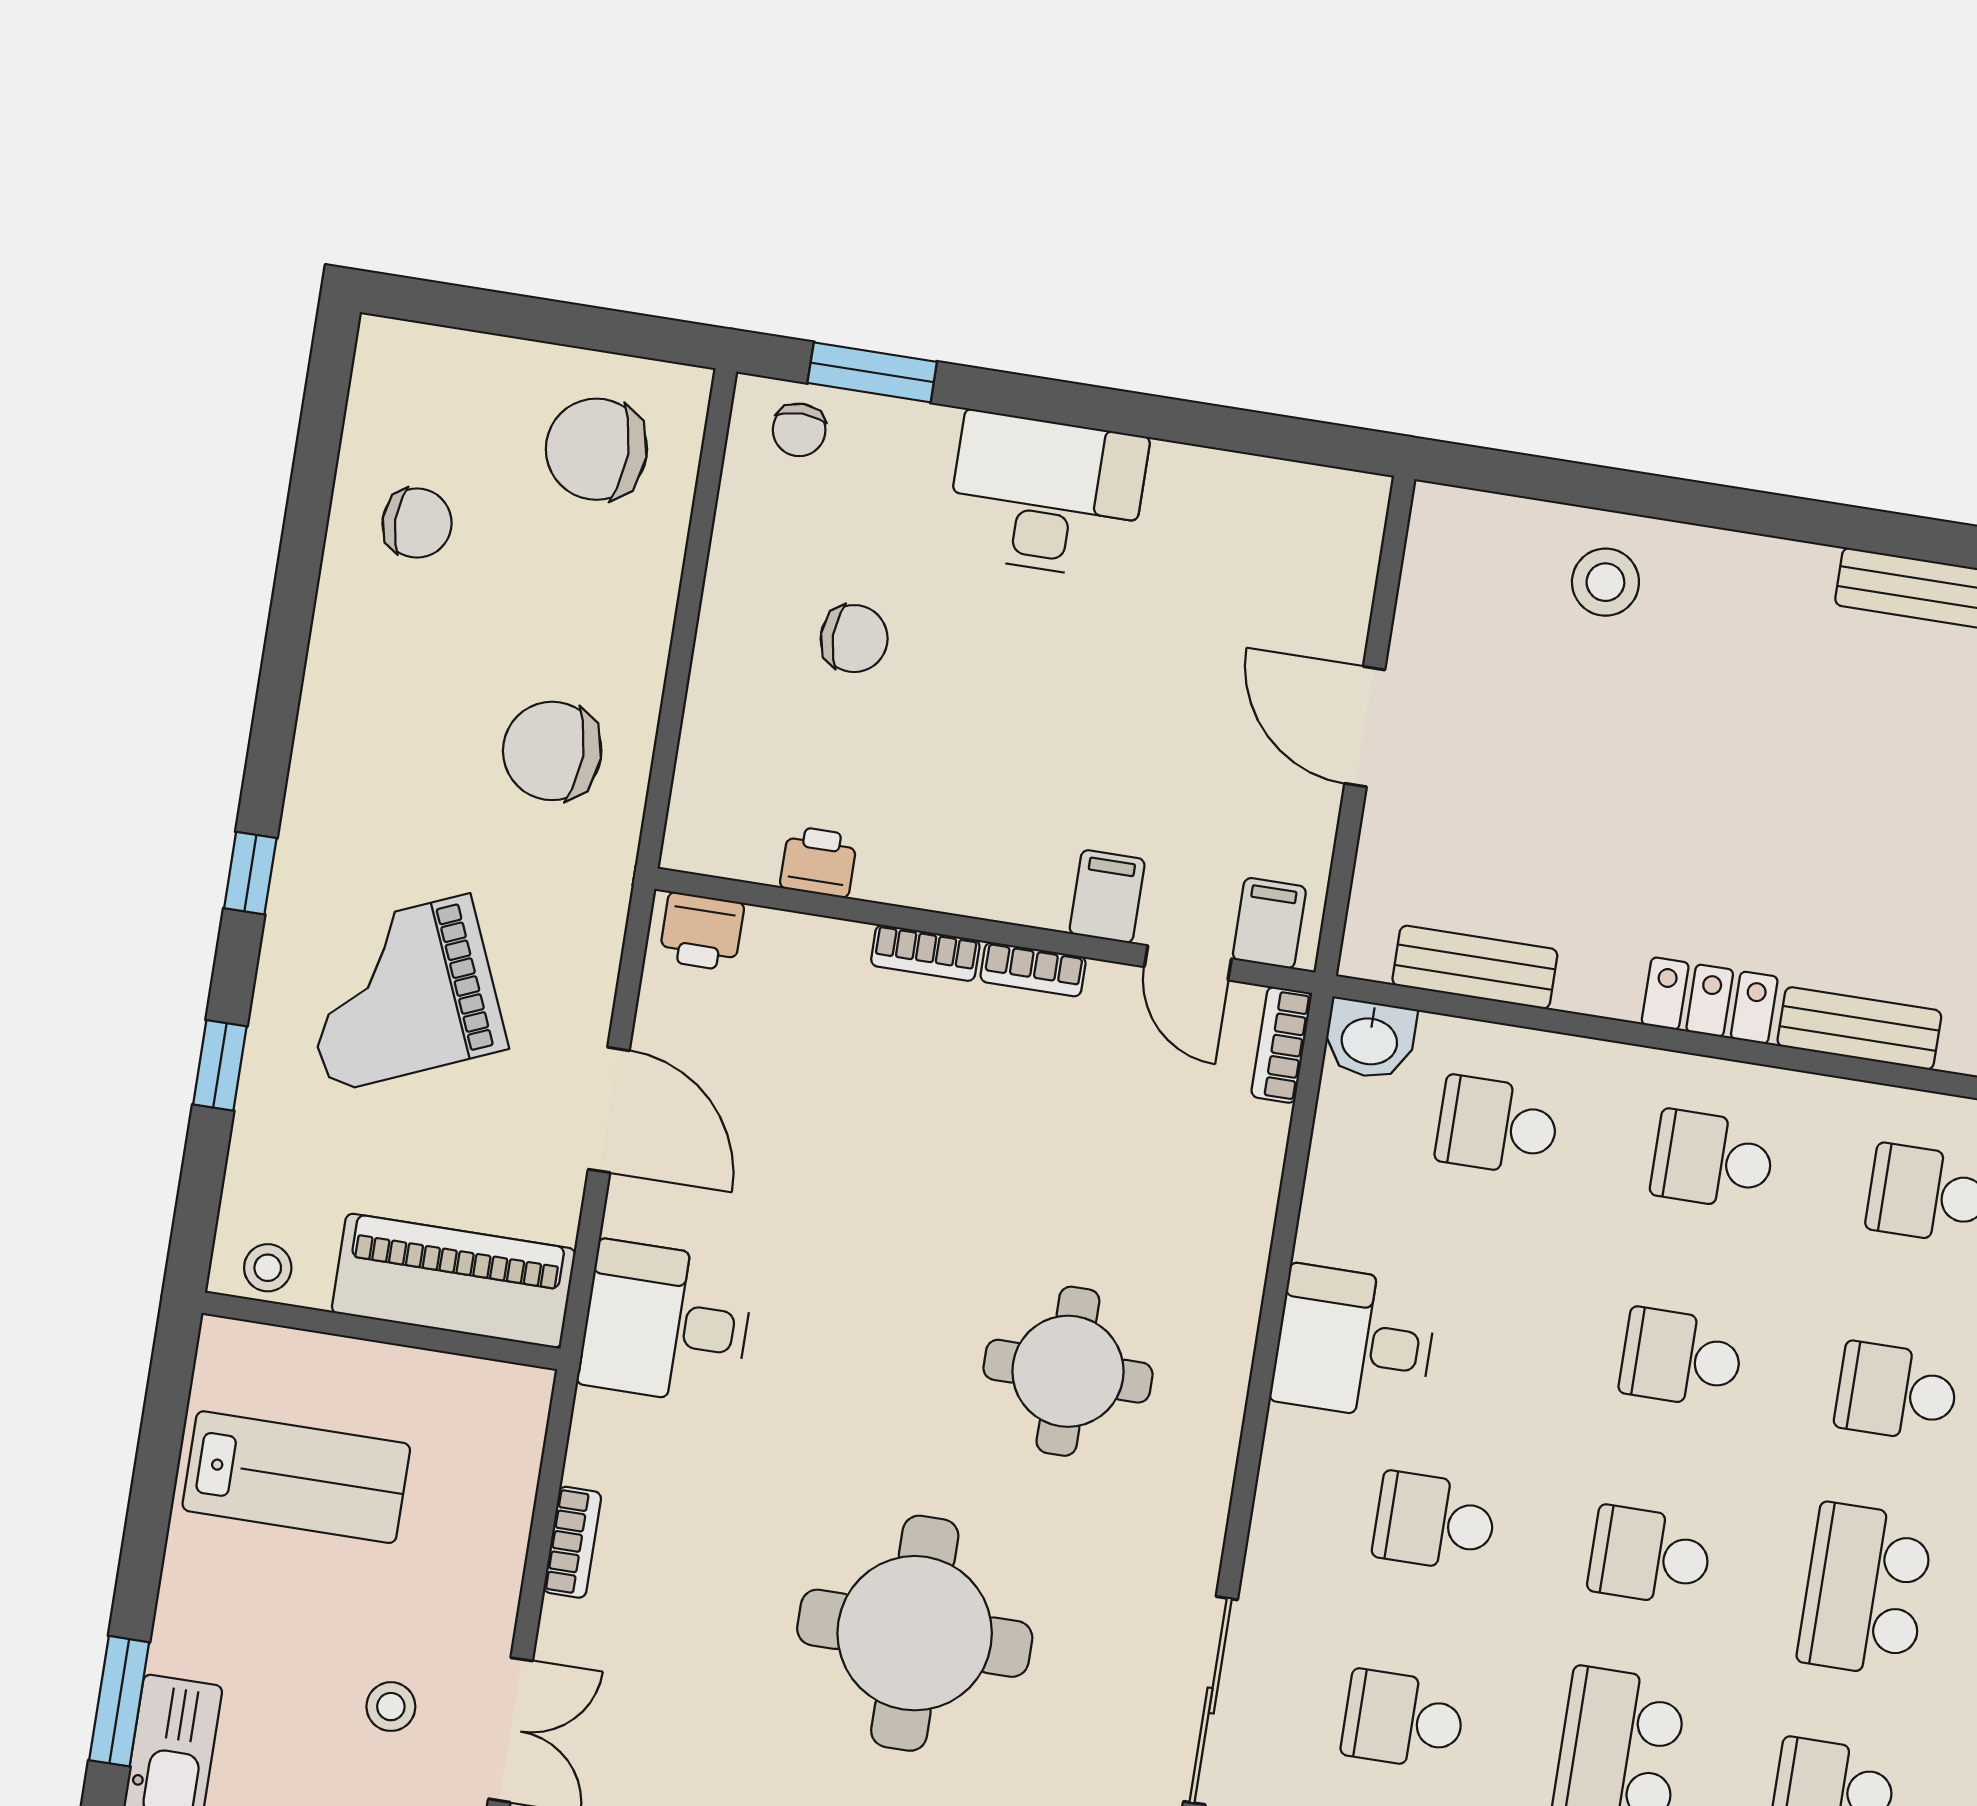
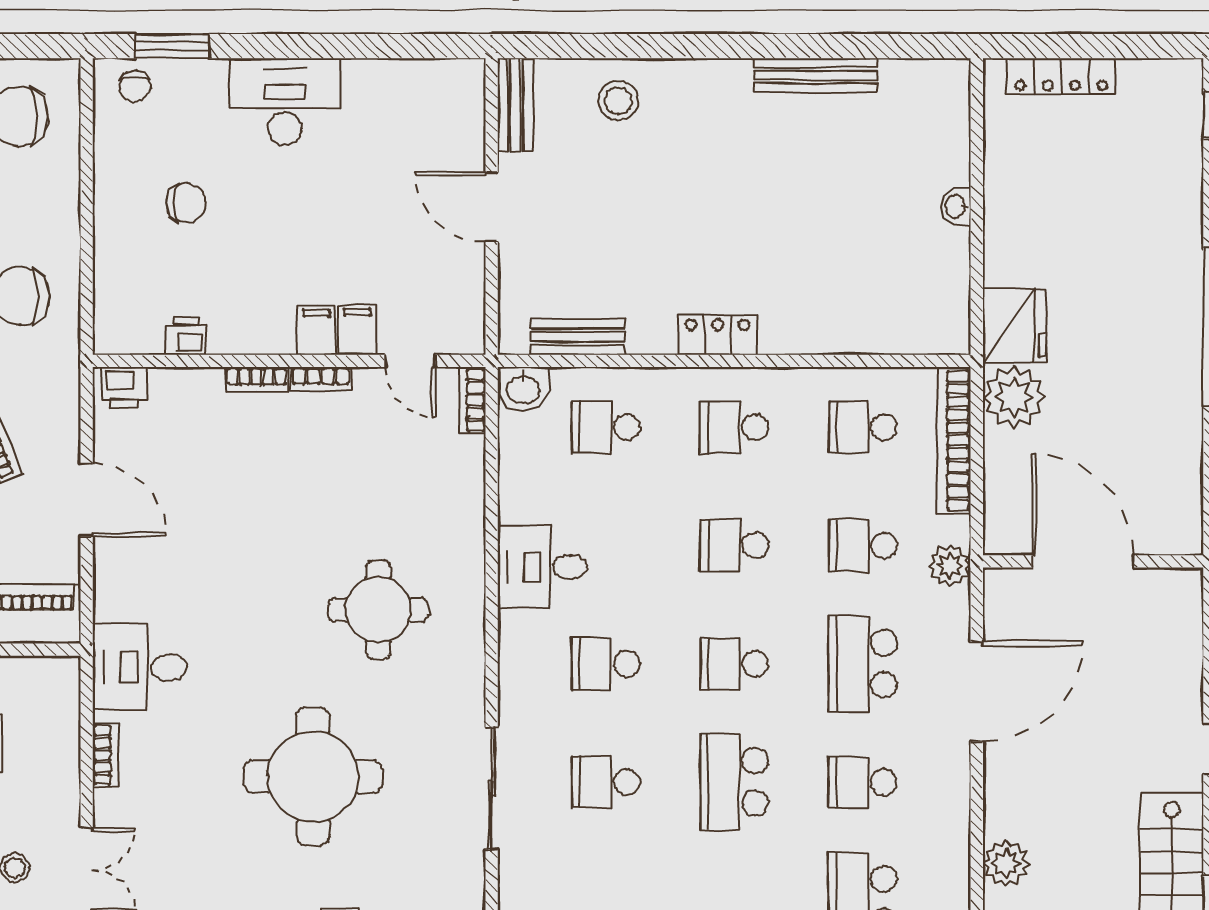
filing cabinet: (1269, 923) -> (317, 330), moved
bench: (1859, 1028) -> (515, 105), moved, turned 90
desk: (666, 1323) -> (140, 667), moved

